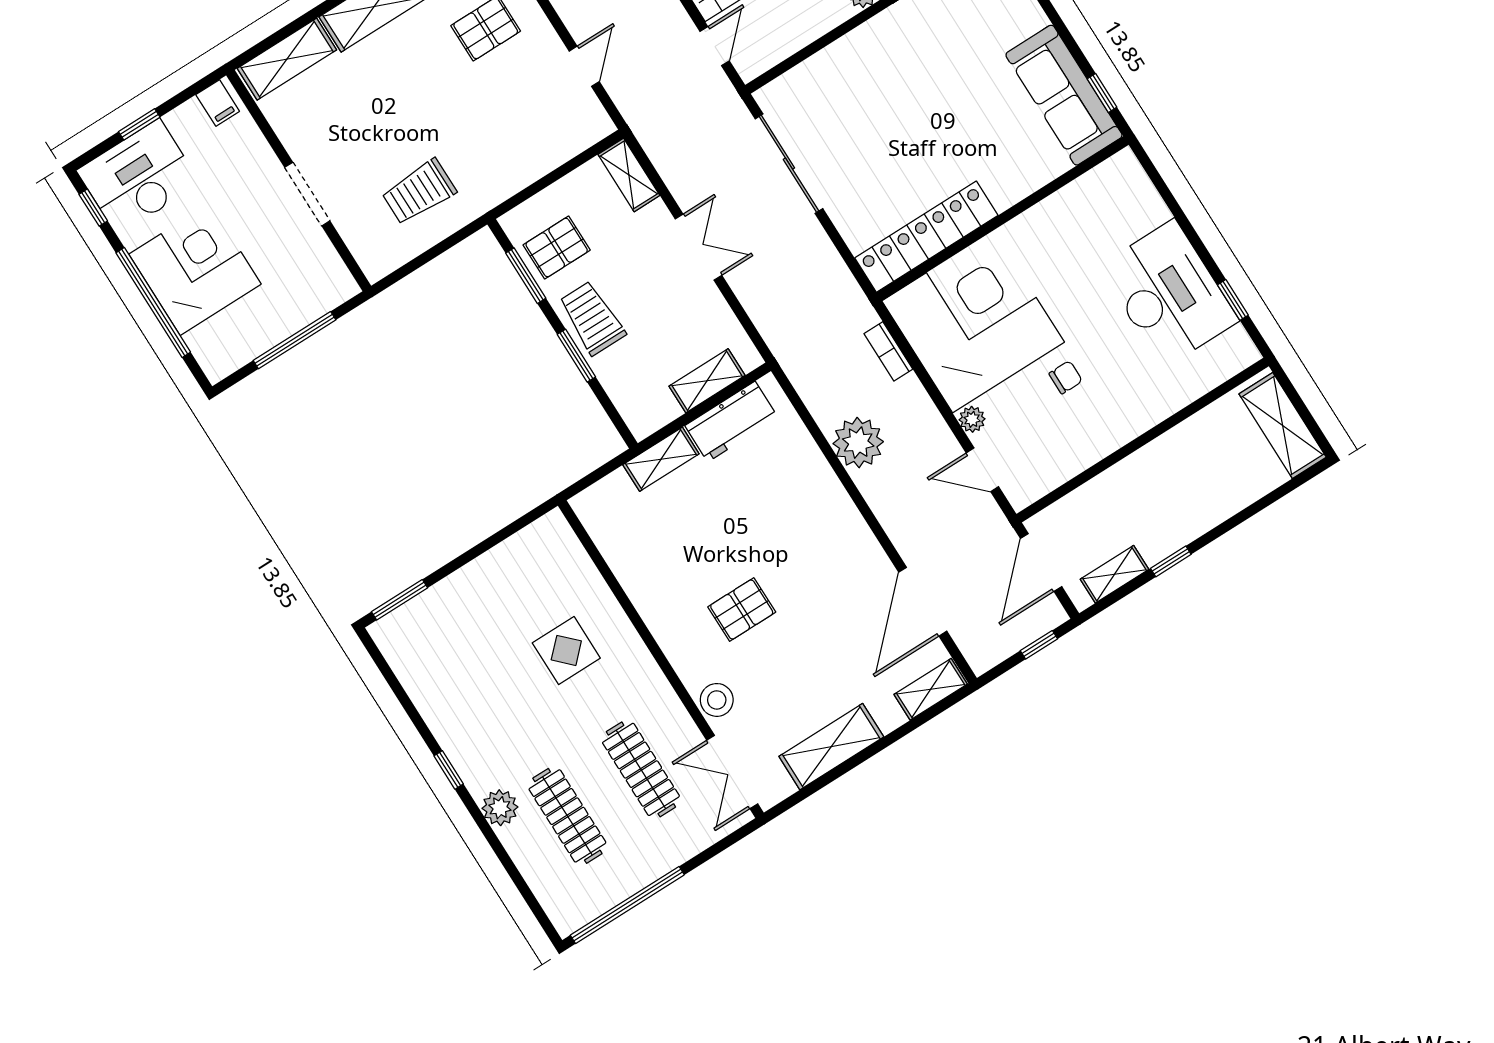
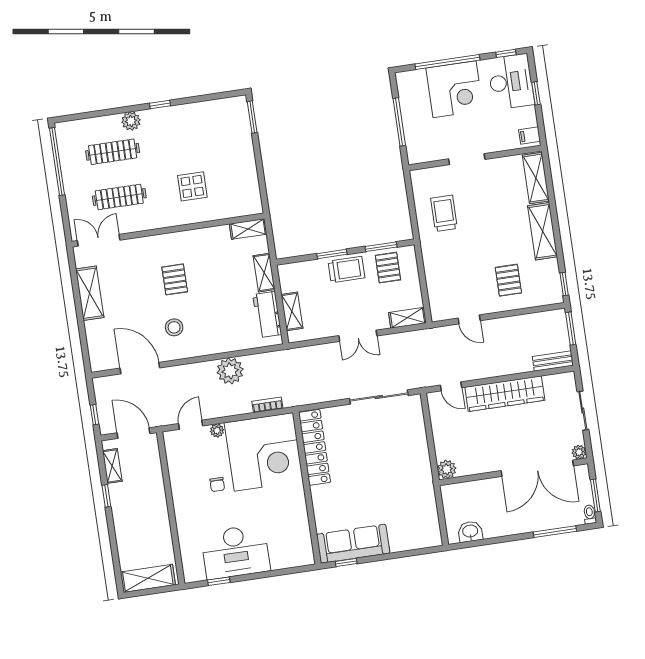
shelving: (931, 689) -> (248, 229), moved, turned 90
stool: (717, 700) -> (174, 327), moved

